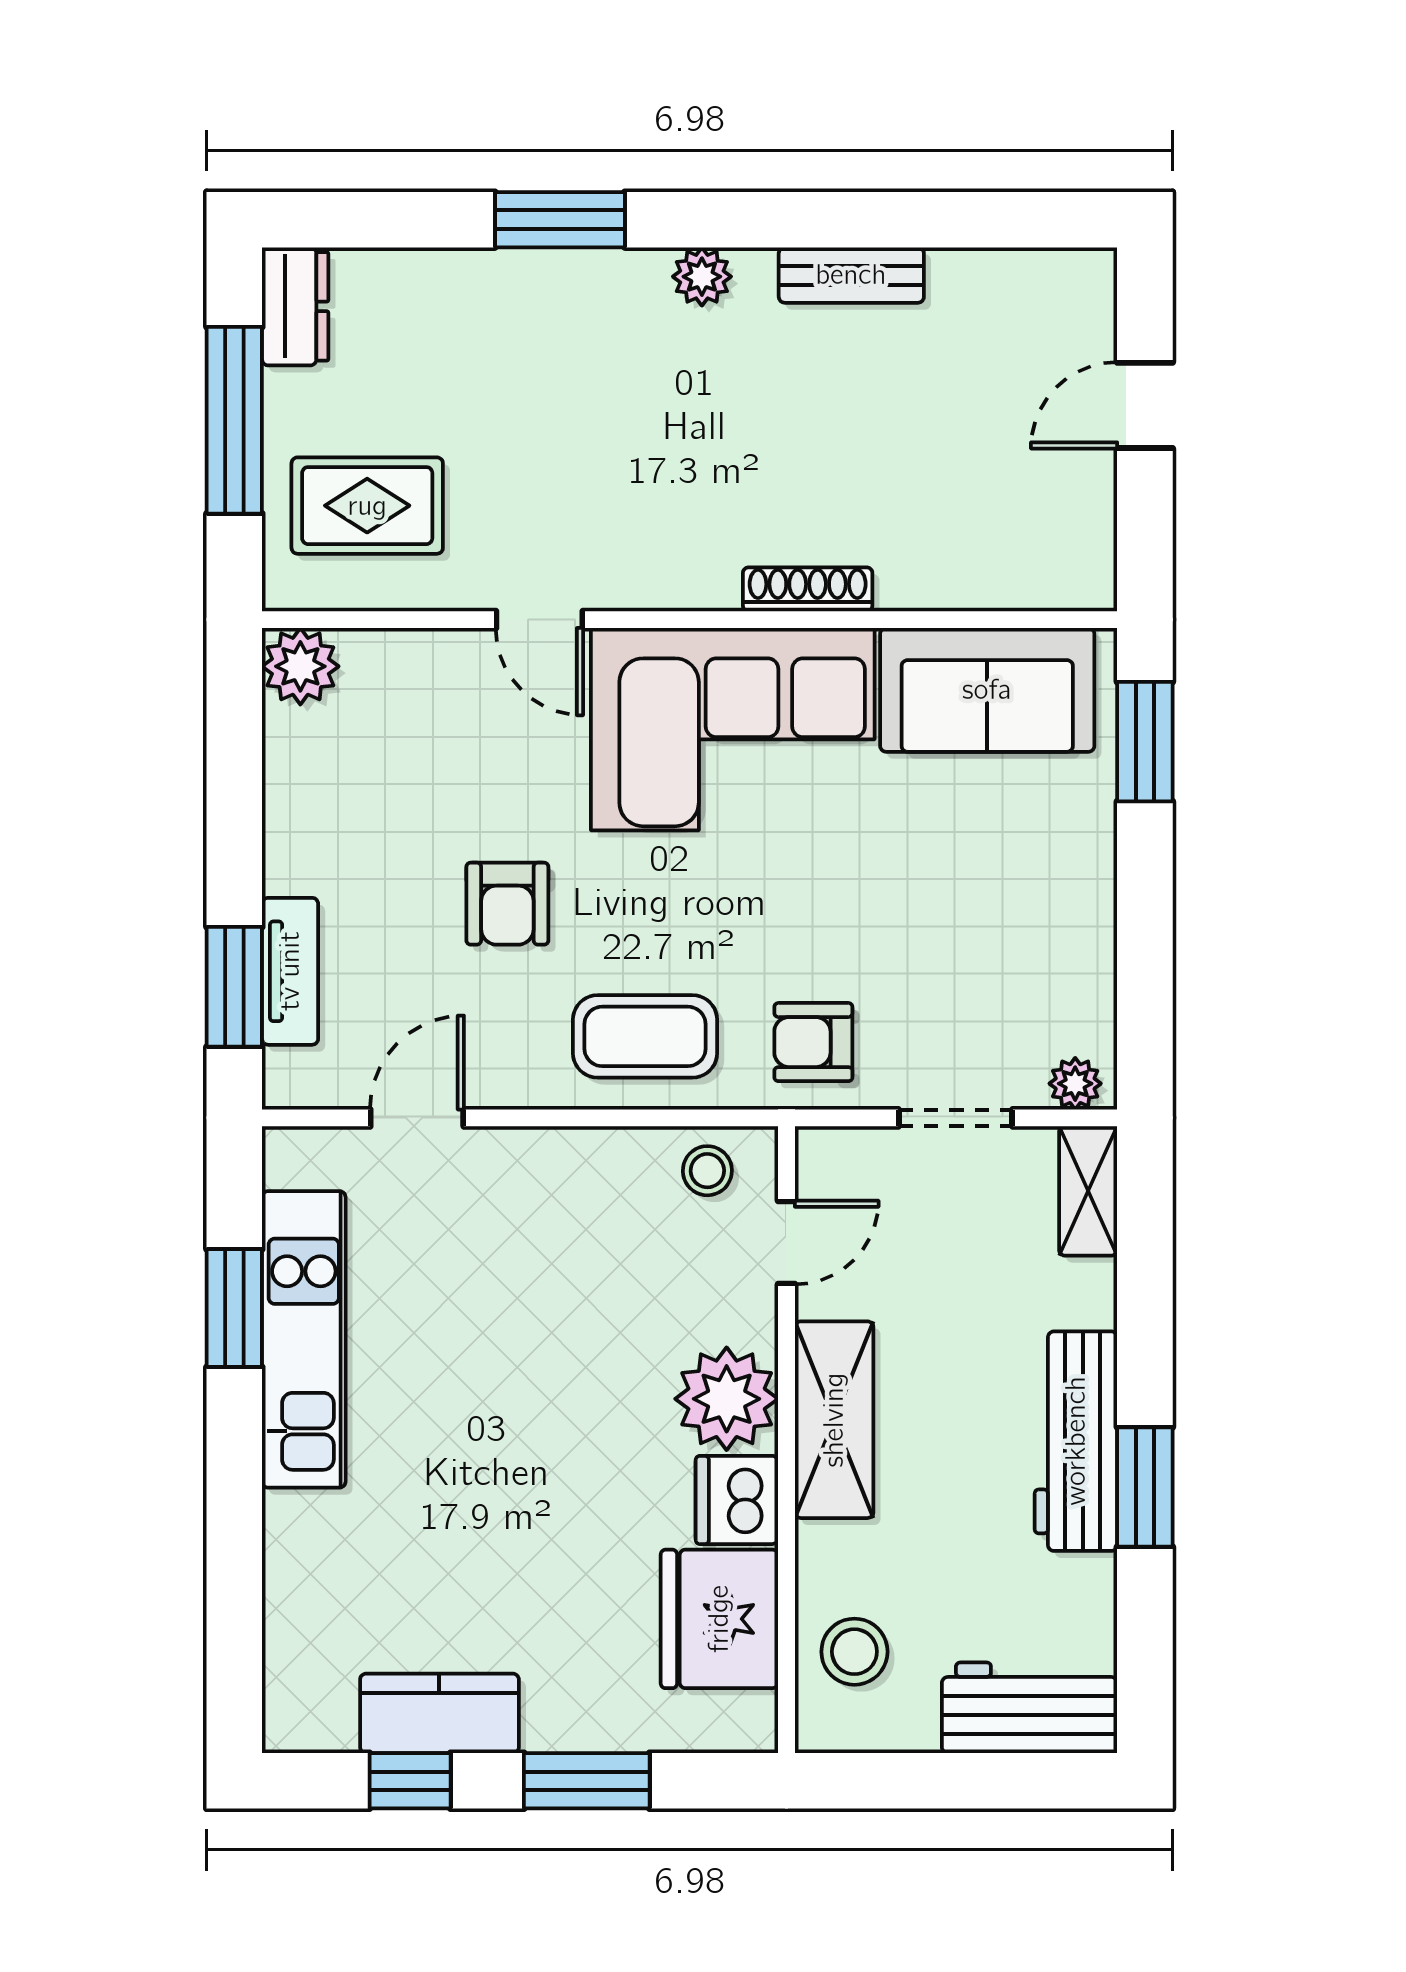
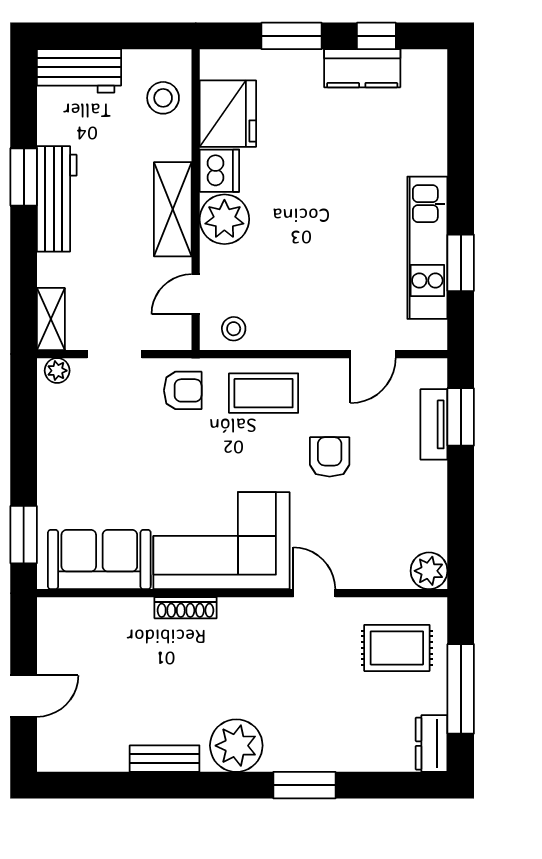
plant: (702, 277) -> (236, 746), width x1.88, depth x1.88

